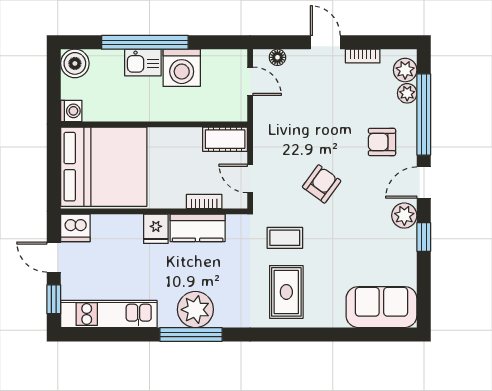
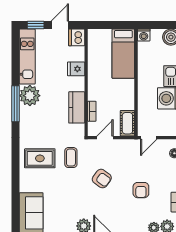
door: (250, 81) -> (149, 138), moved
armchair: (382, 142) -> (141, 190), moved, turned 180
bed: (104, 167) -> (123, 54), width x0.49
fridge: (156, 229) -> (76, 69), moved
plant: (195, 310) -> (30, 96), moved

